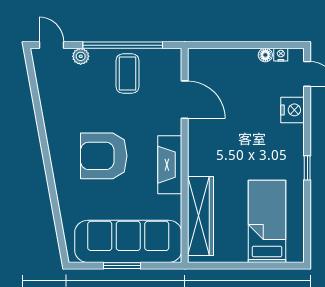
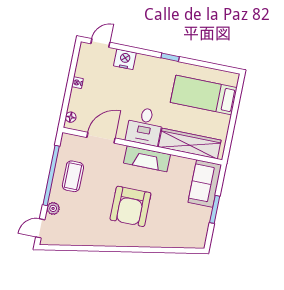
floor lamp: (265, 55) -> (71, 117), moved
nightstand: (281, 55) -> (77, 83), moved
coffee table: (127, 74) -> (73, 176), turned 90
desk: (211, 153) -> (145, 126), added
sofa: (128, 241) -> (205, 184), width x0.54, depth x0.79

